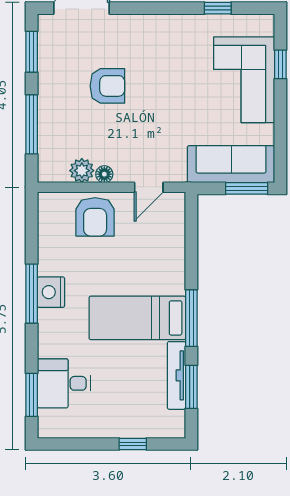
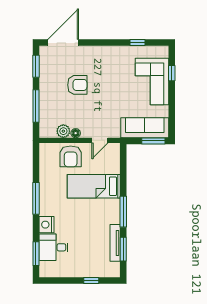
nightstand: (51, 292) -> (47, 225), moved
bed: (137, 318) -> (94, 186), moved

